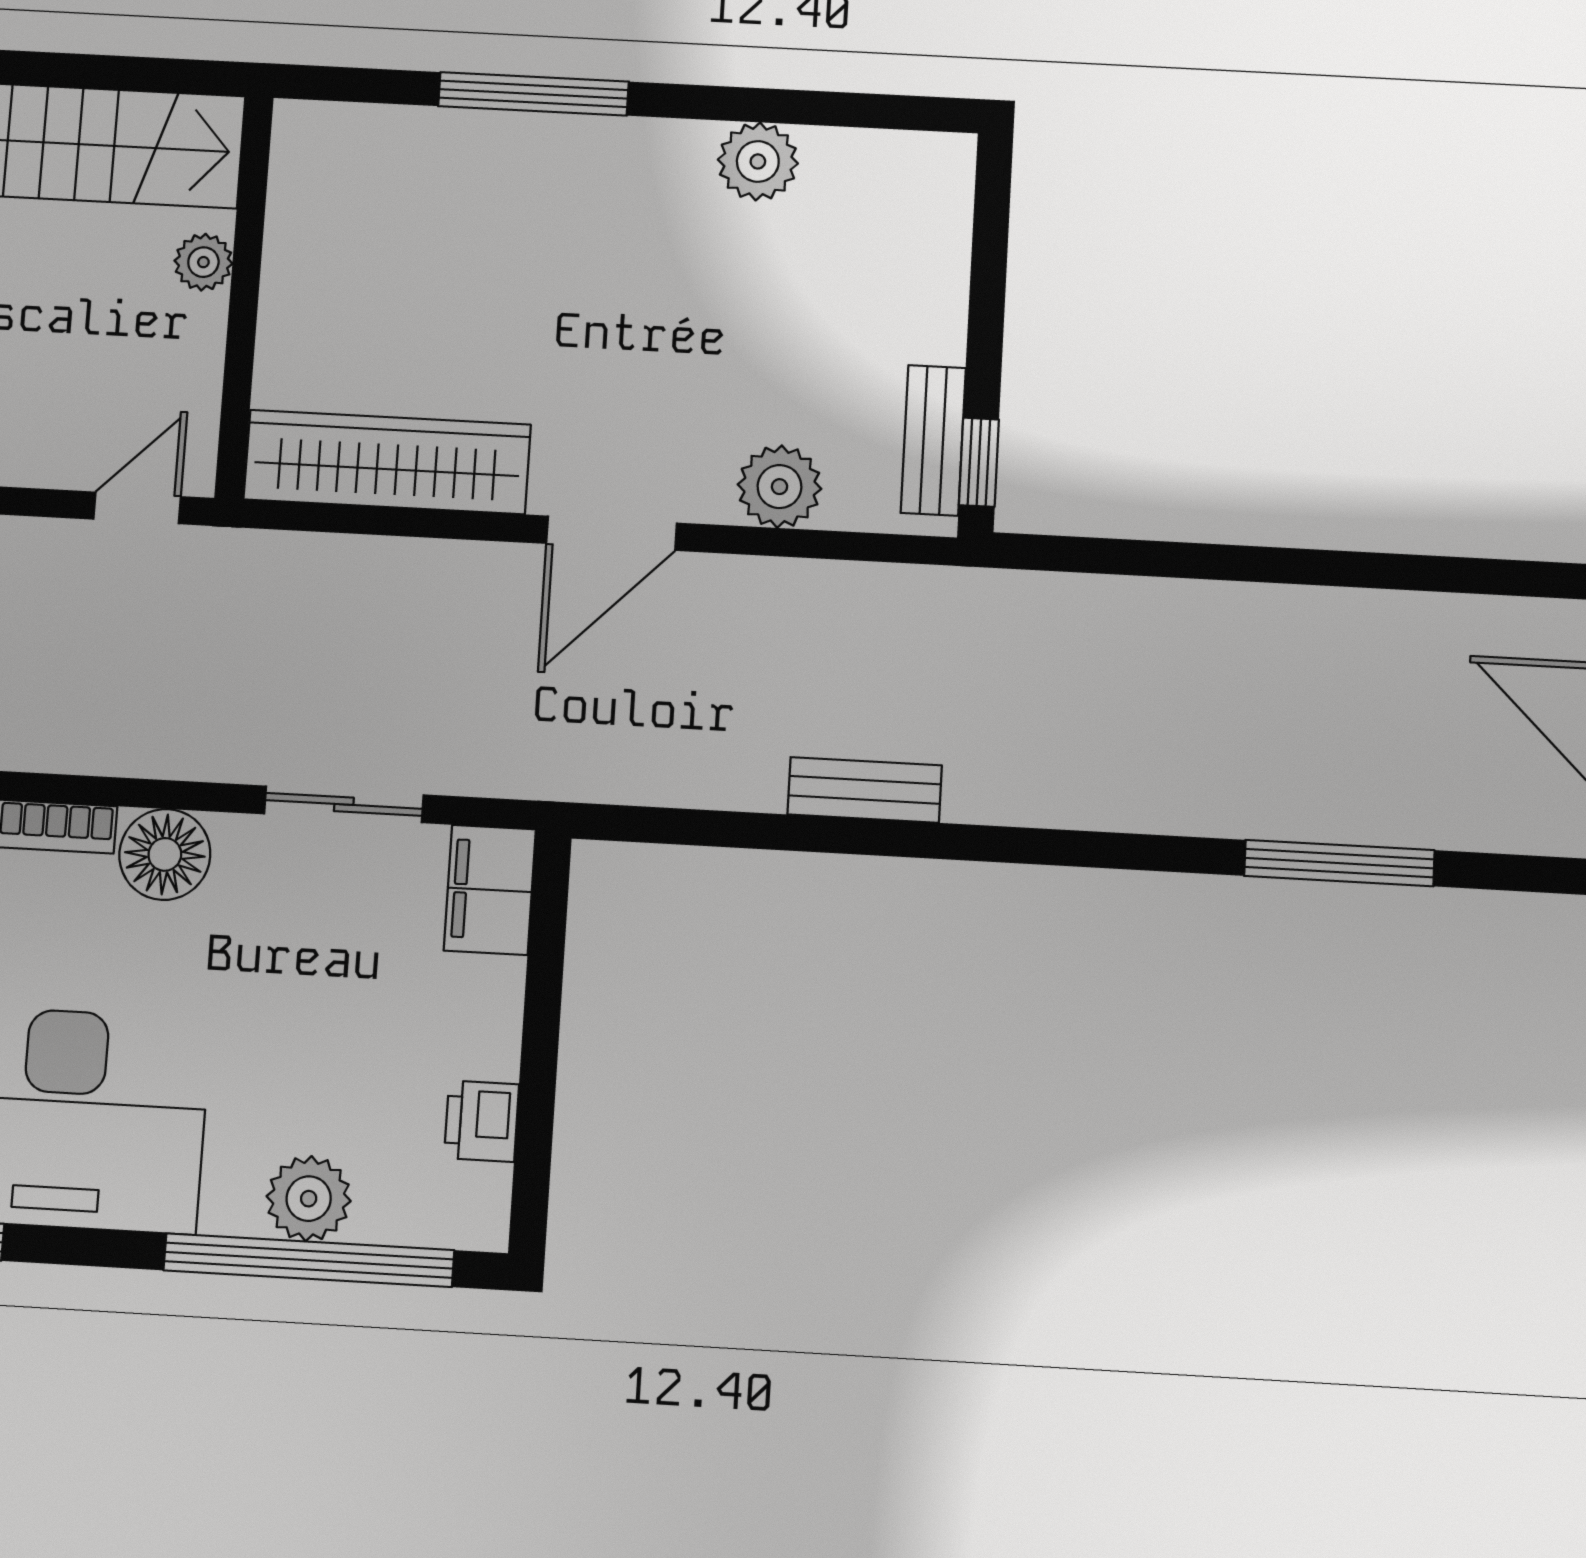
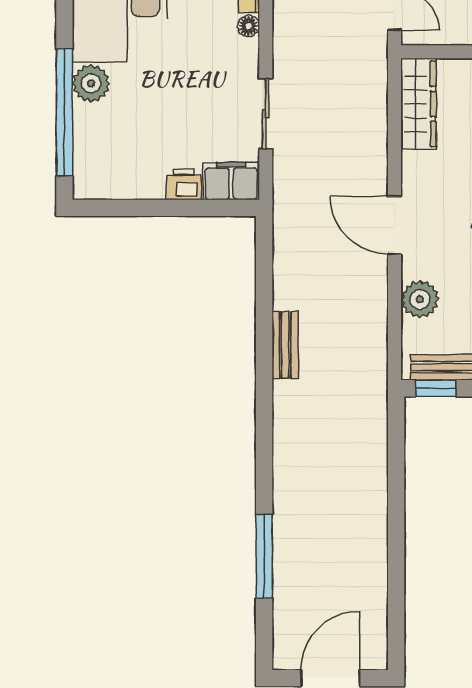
wardrobe: (387, 462) -> (419, 104), width x0.71, depth x0.85
floor lamp: (165, 854) -> (248, 26), width x0.53, depth x0.53
printer: (481, 1121) -> (184, 184), moved
plant: (309, 1199) -> (91, 83), moved

